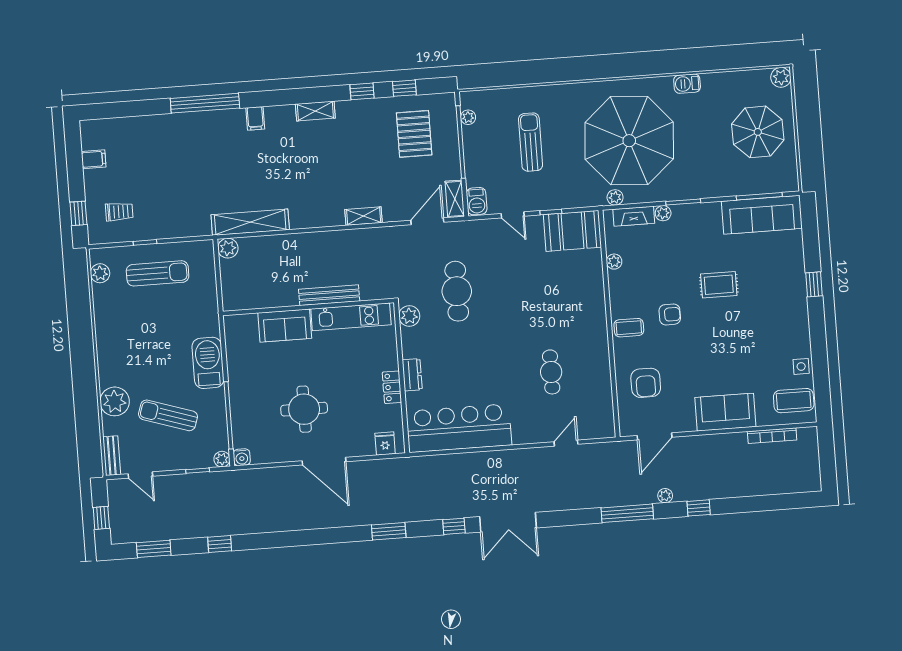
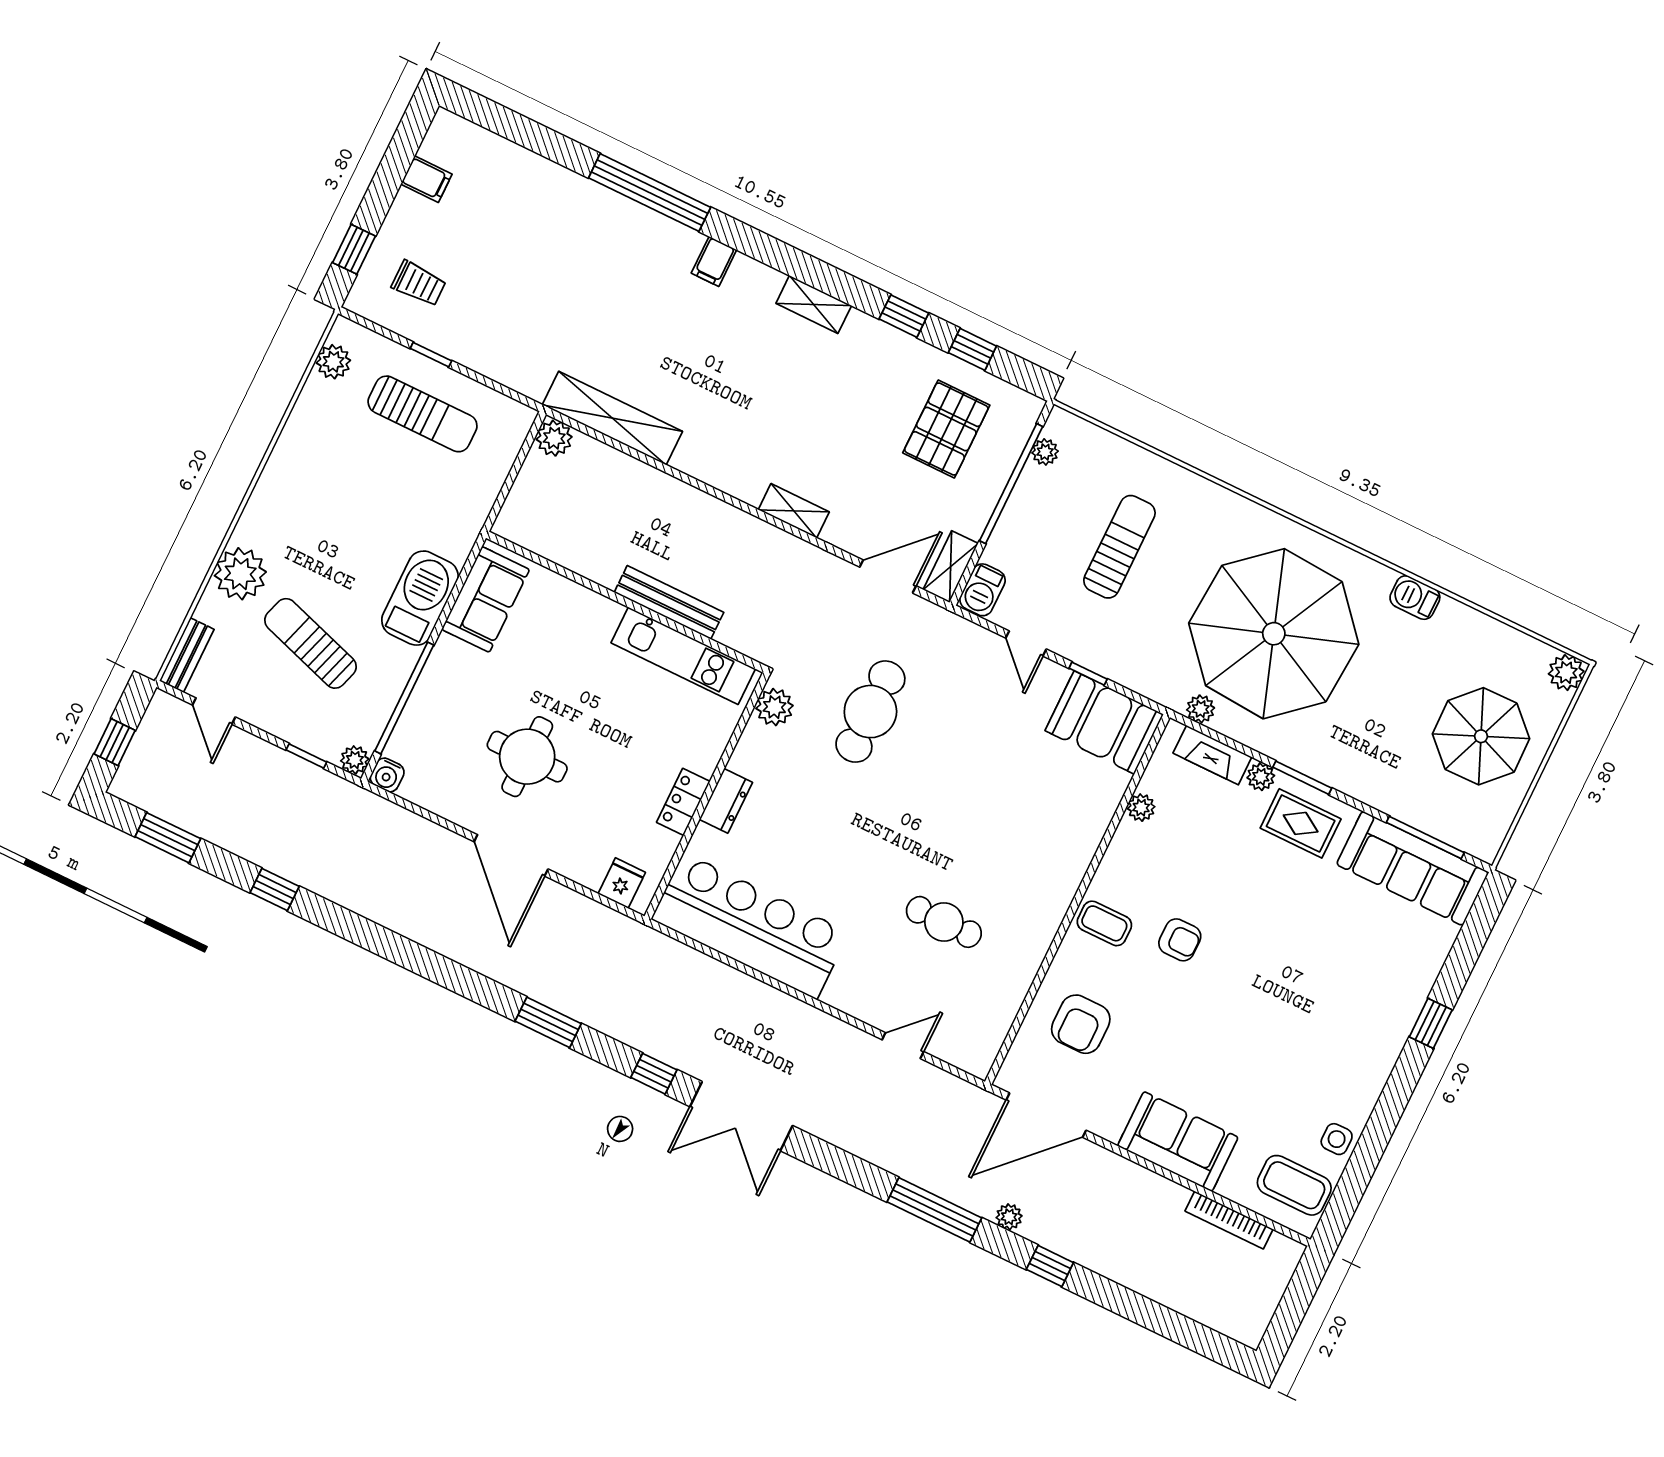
rug: (719, 285) -> (1301, 823), moved
sofa: (285, 326) -> (486, 599), moved, turned -90
cafe table: (551, 372) -> (944, 922), turned 90
door: (655, 436) -> (1046, 1115), width x1.36

